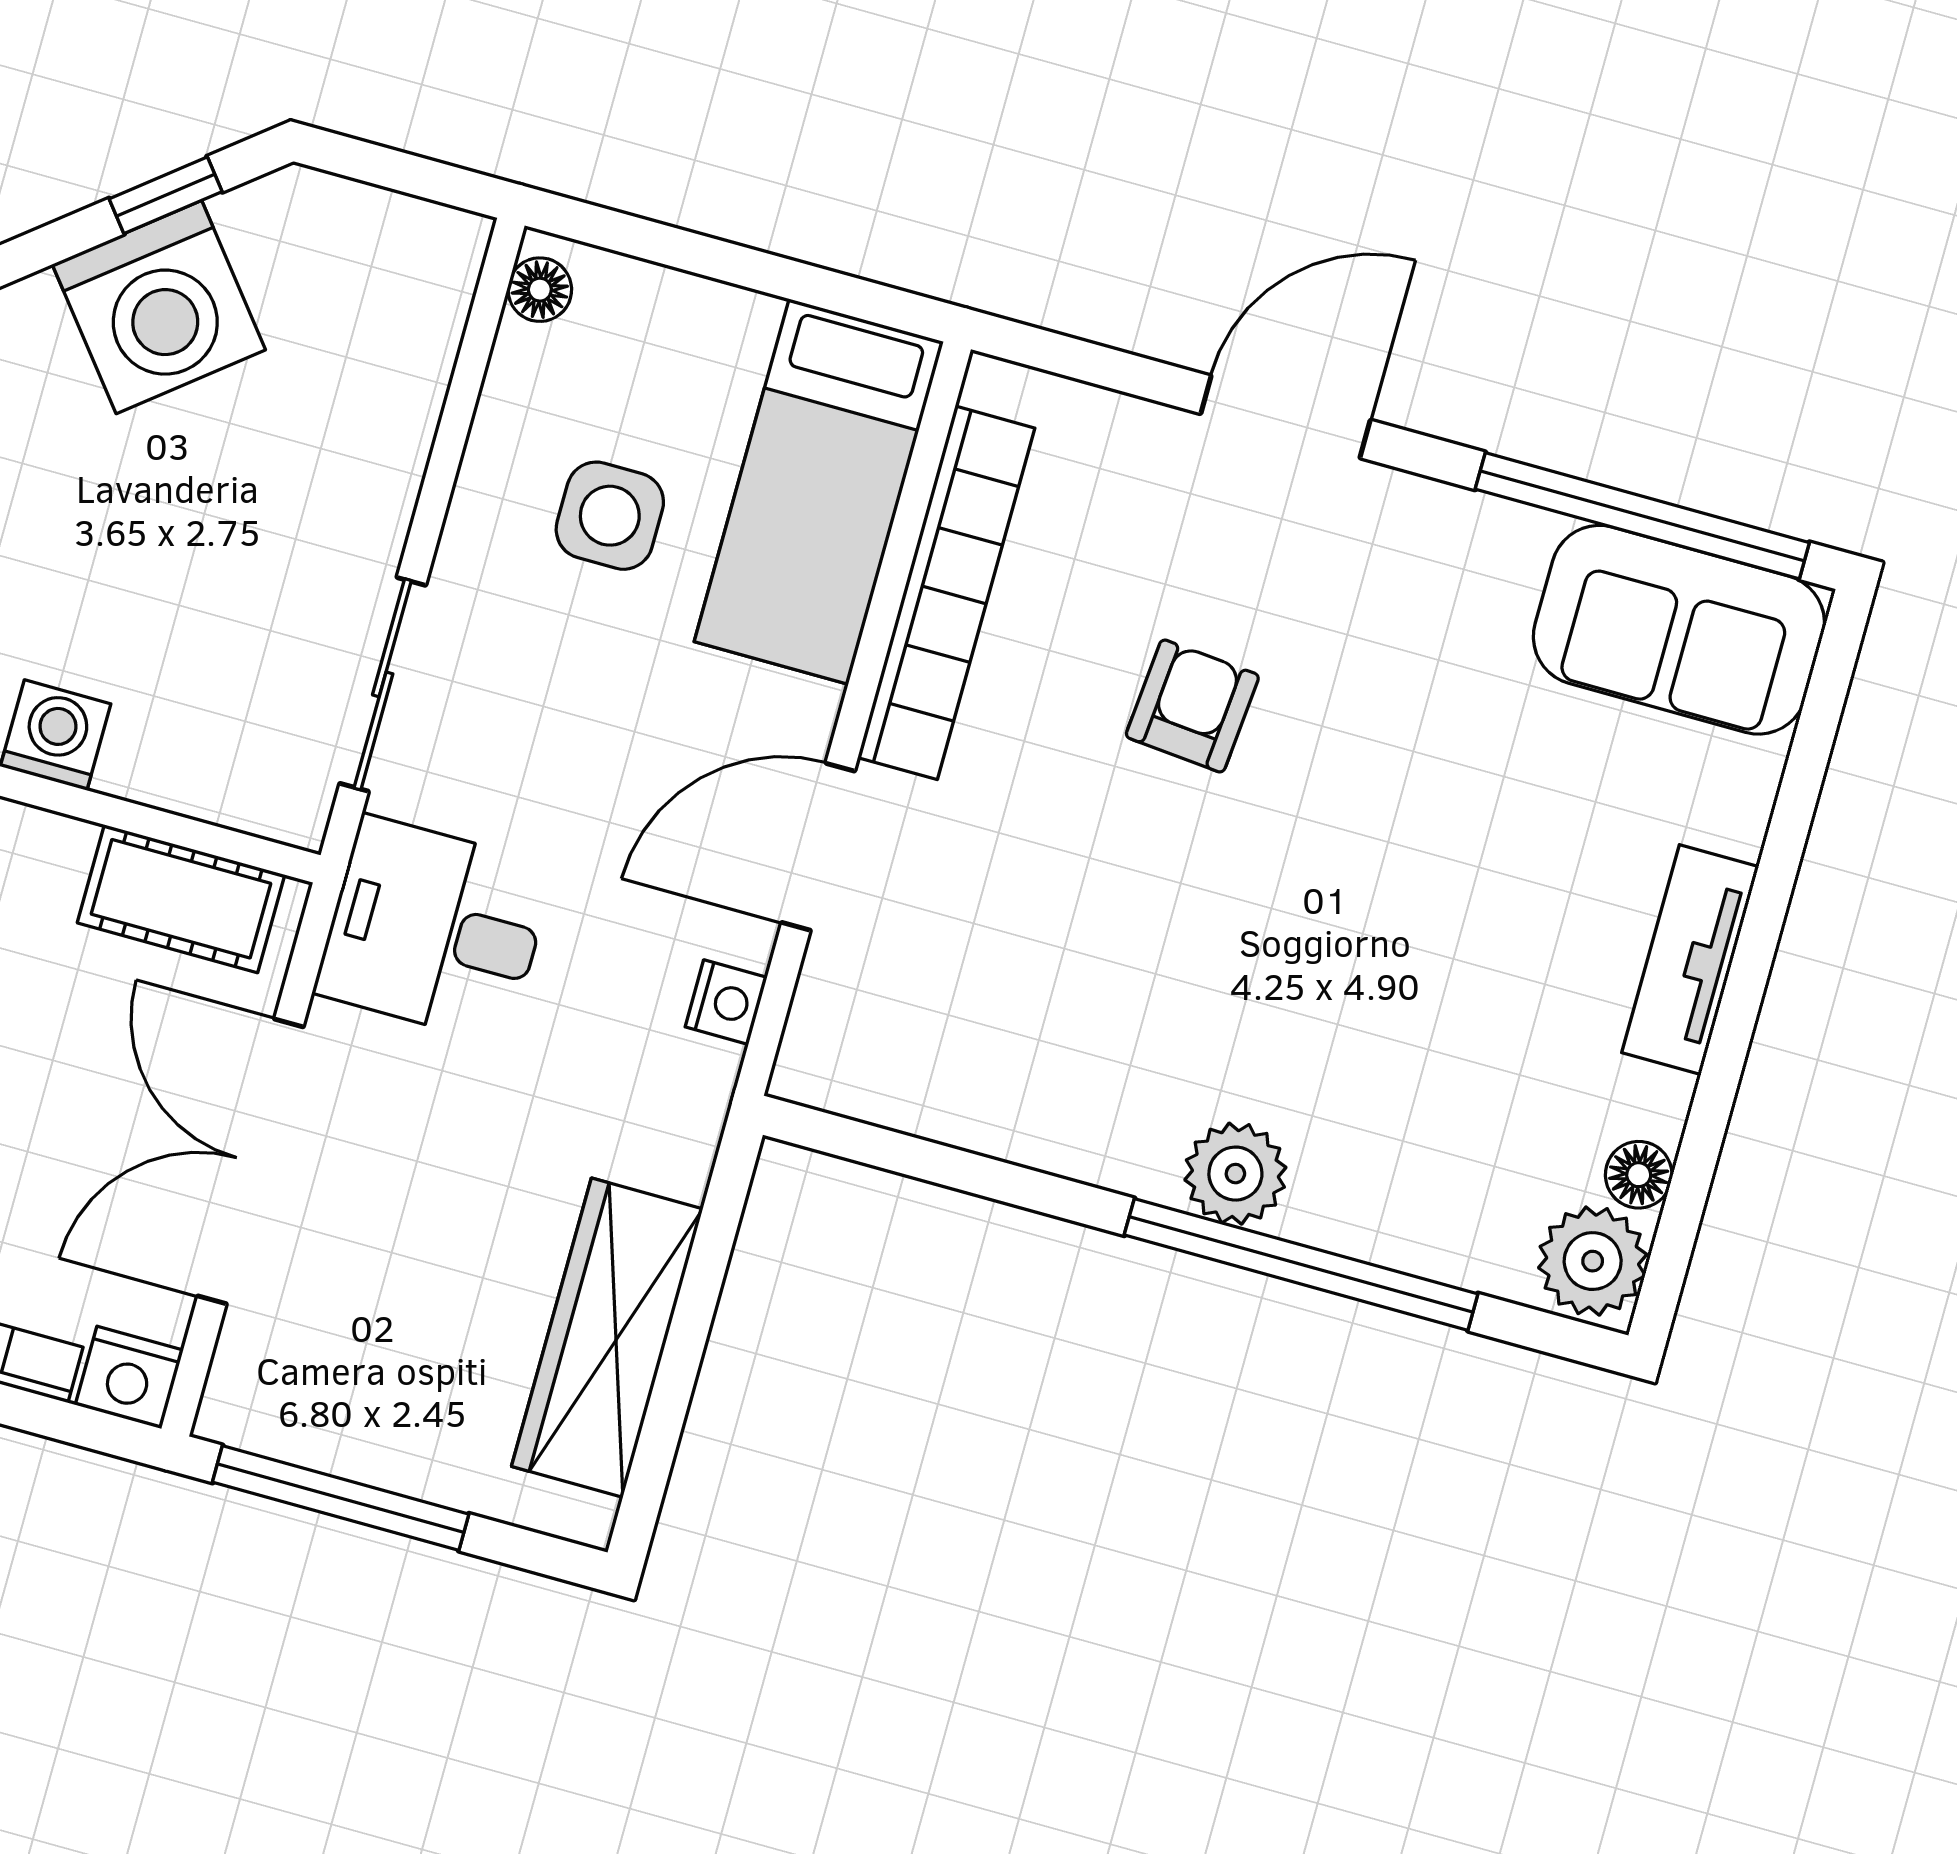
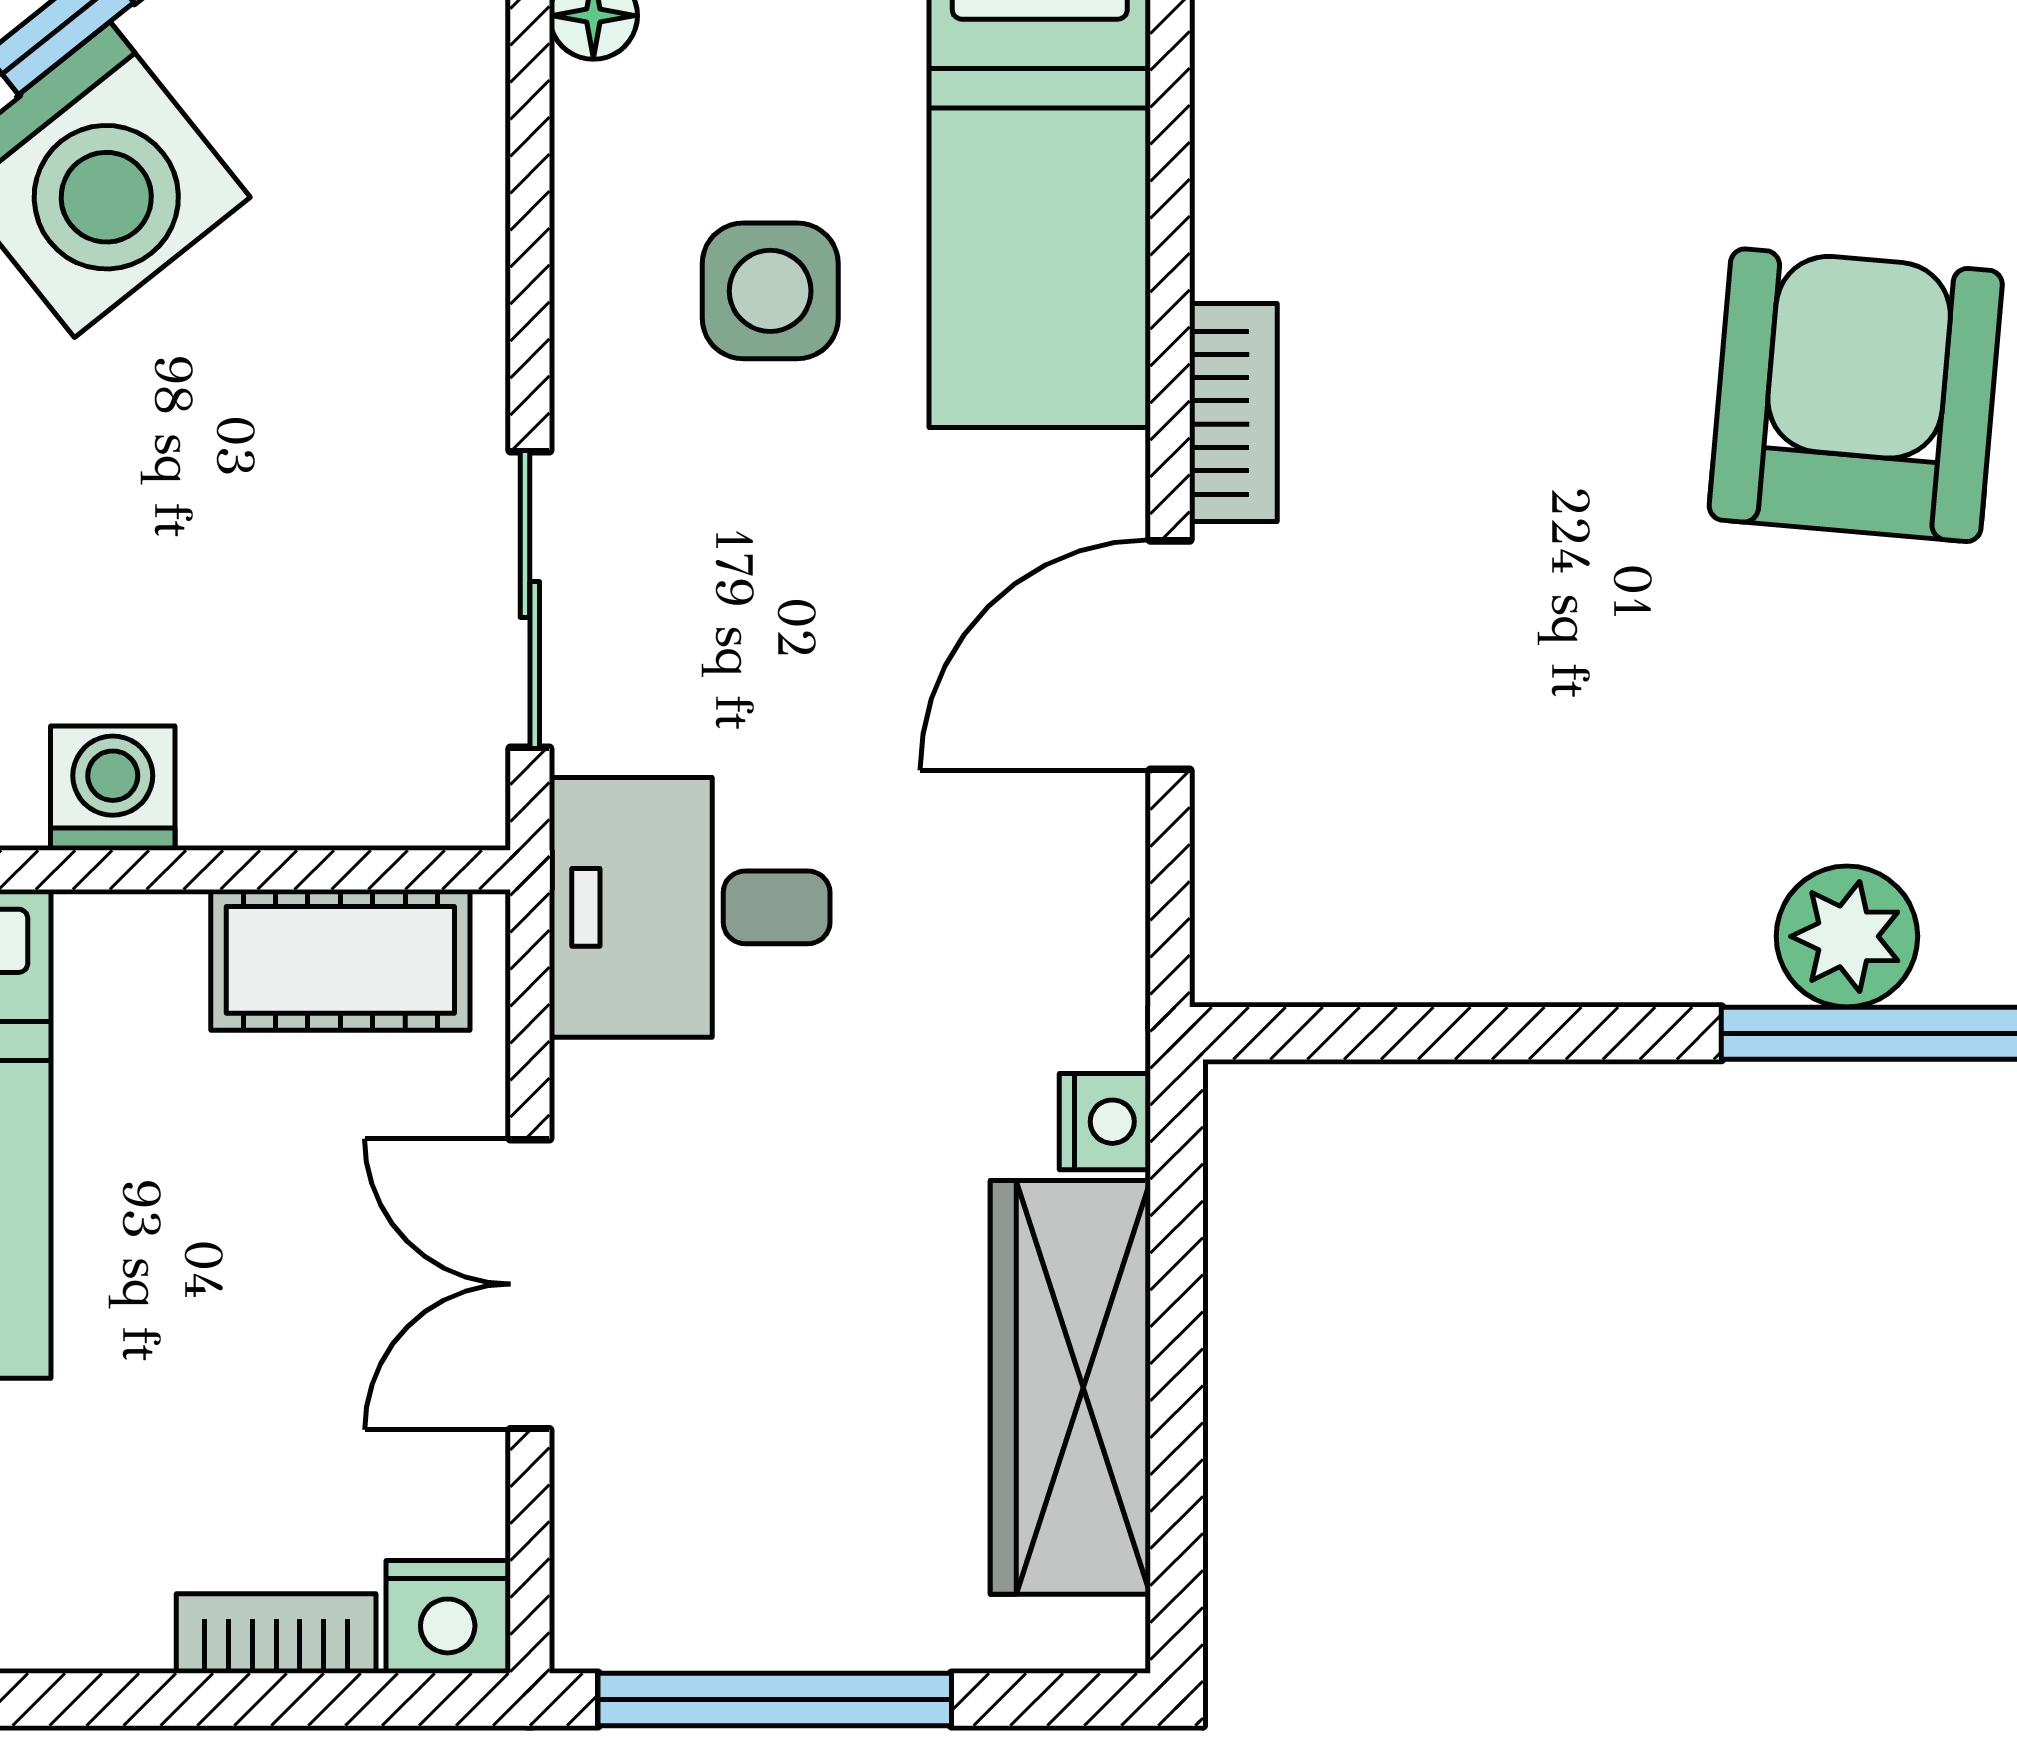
bookcase: (946, 593) -> (1233, 413), width x0.43, depth x0.76
armchair: (1192, 706) -> (1856, 395), moved, width x1.88, depth x1.88
nightstand: (726, 1002) -> (1105, 1122), moved
double door: (250, 1161) -> (530, 1284), width x0.73

